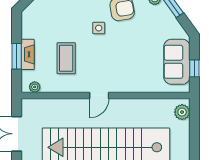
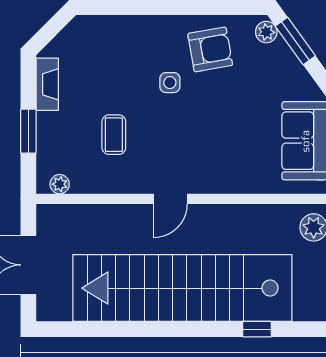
fireplace: (28, 54) -> (47, 84), moved
coffee table: (66, 58) -> (114, 135), width x0.73, depth x0.77

